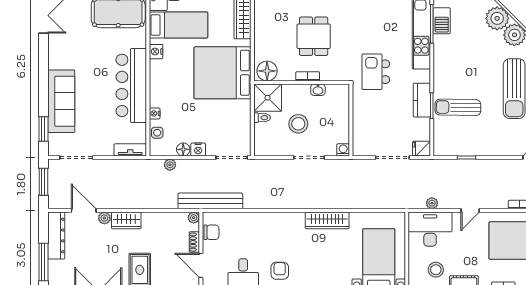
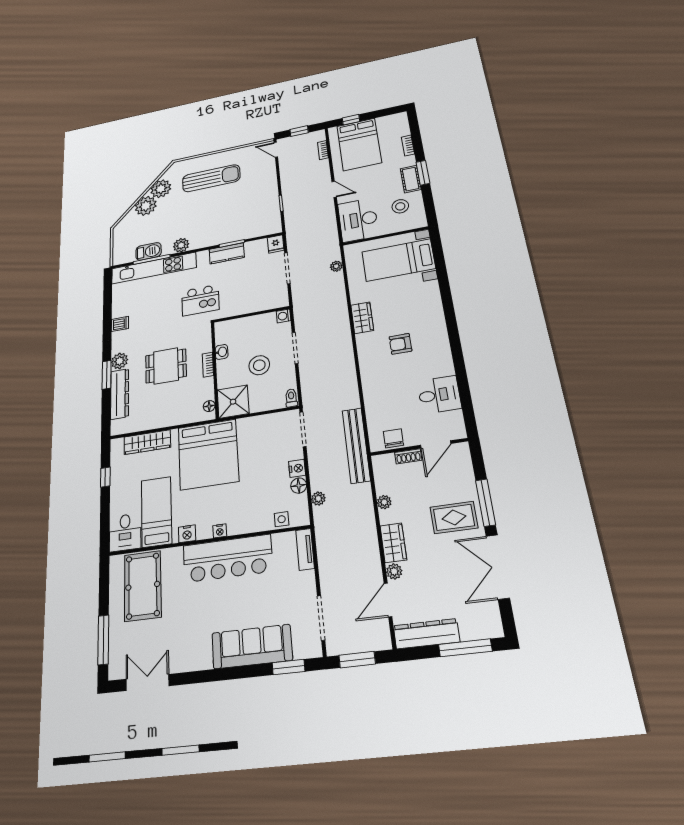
plant: (441, 55) -> (181, 245), added
floor lamp: (267, 71) -> (209, 406), width x0.53, depth x0.53
sun lounger: (458, 107) -> (232, 221), removed
nightstand: (155, 113) -> (220, 531), moved
toilet: (262, 118) -> (291, 398), moved
plant: (432, 203) -> (336, 266), moved
plant: (194, 218) -> (384, 502), moved
wardrobe: (327, 220) -> (362, 318), width x0.67
armchair: (280, 271) -> (400, 344), moved

